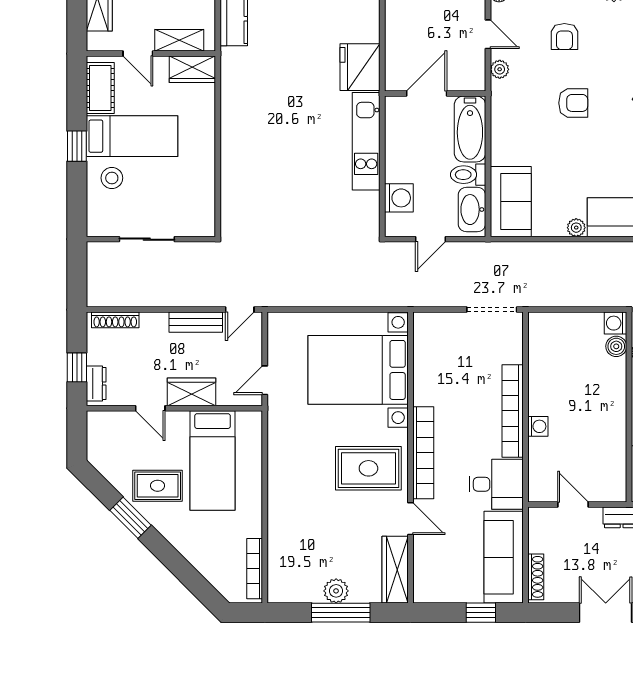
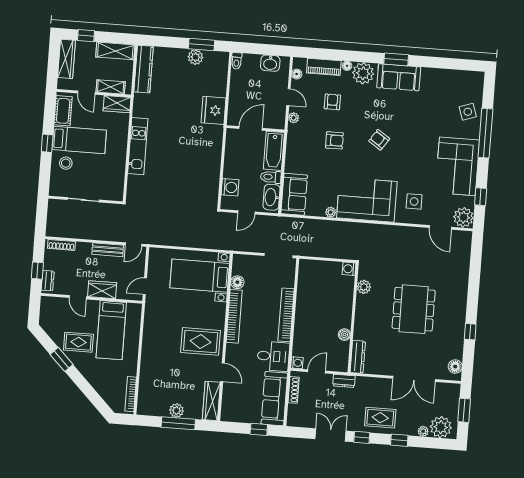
armchair: (564, 37) -> (332, 102), turned 180
kitchen unit: (366, 141) -> (138, 146), moved, turned 180
boiler: (616, 346) -> (344, 335), moved
floor lamp: (424, 361) -> (237, 282), added
bed with nightstands: (358, 370) -> (200, 276), width x0.73
washing machine: (538, 426) -> (297, 363), moved
bookcase: (423, 453) -> (234, 316), moved
door: (573, 505) -> (317, 371), hinge flipped
shoe rack: (536, 577) -> (294, 390), moved

